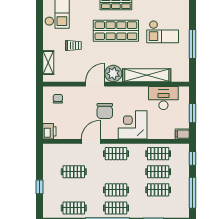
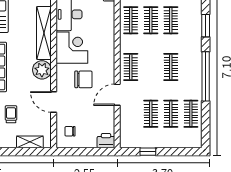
door: (95, 84) -> (54, 102), moved
corner desk: (133, 125) -> (72, 48), moved, turned 180
door: (91, 141) -> (117, 95), hinge flipped
window: (39, 187) -> (148, 152), moved
clothes rail: (116, 208) -> (171, 114), moved

